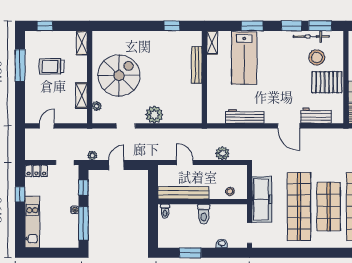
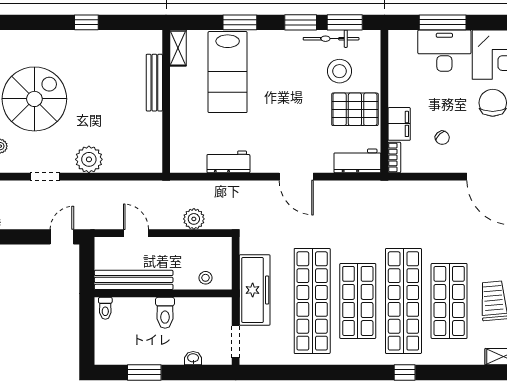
window: (172, 26) -> (86, 22), moved
workbench: (245, 116) -> (228, 162), width x0.73
workbench: (316, 116) -> (357, 161), moved
door: (116, 165) -> (62, 237), moved

